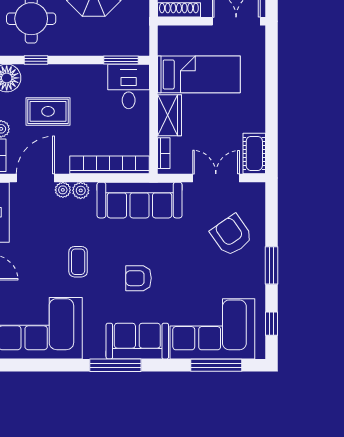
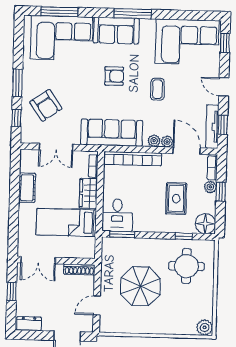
rug: (48, 111) -> (176, 199), turned 90
cot: (254, 153) -> (27, 188), moved
door: (35, 178) -> (187, 151), swing flipped
window: (271, 324) -> (16, 118), moved

